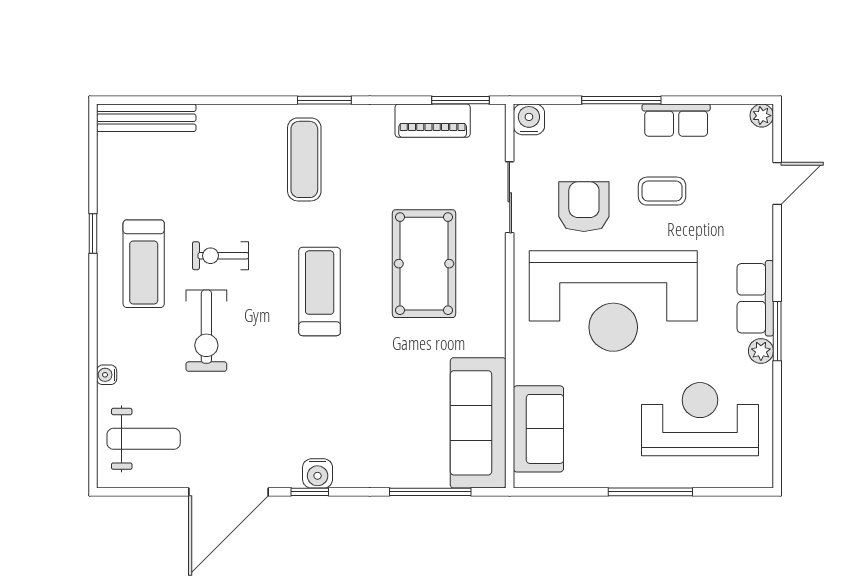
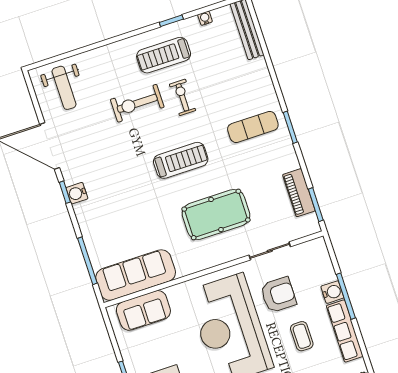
water cooler: (529, 119) -> (332, 292), moved
row of seats: (676, 120) -> (345, 331), width x1.48
water cooler: (107, 375) -> (205, 18), moved

